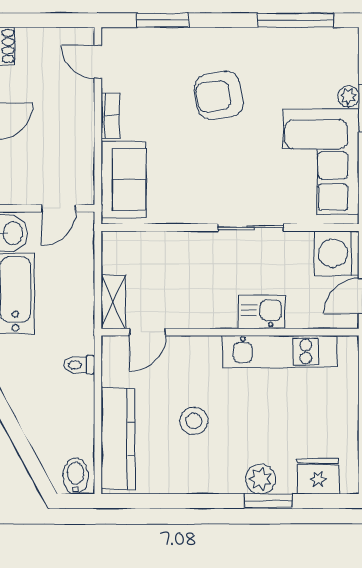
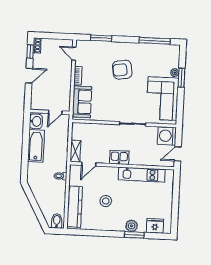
kitchen sink: (262, 312) -> (119, 157), moved

